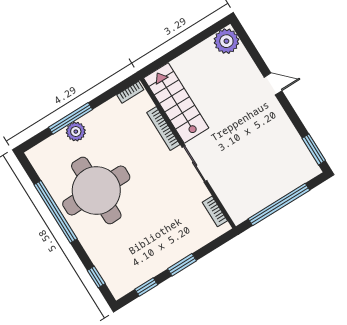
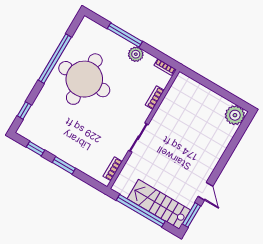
door: (273, 84) -> (205, 191), moved
stairs: (176, 103) -> (159, 204), moved, turned -90
bookcase: (163, 128) -> (155, 98), width x0.64
plant: (76, 132) -> (136, 54), moved

